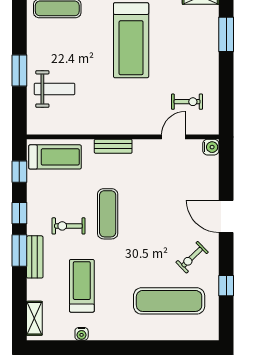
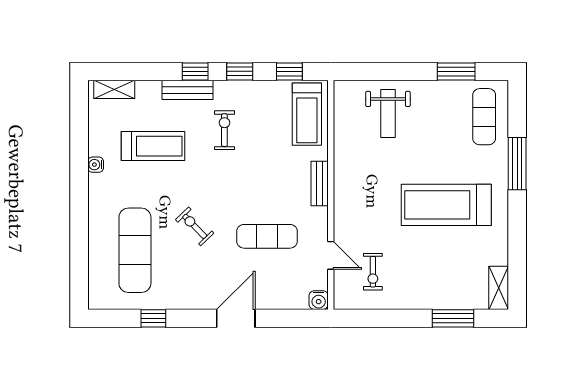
window: (19, 70) -> (456, 71), moved
exercise mat: (108, 214) -> (267, 236), moved
window: (19, 250) -> (195, 71), width x0.67
exercise bike: (192, 257) -> (195, 226), moved
water cooler: (82, 334) -> (96, 165), moved

